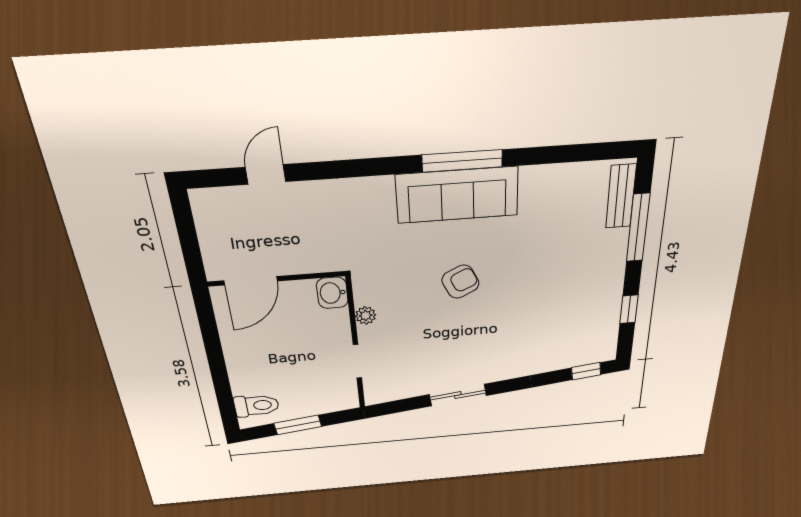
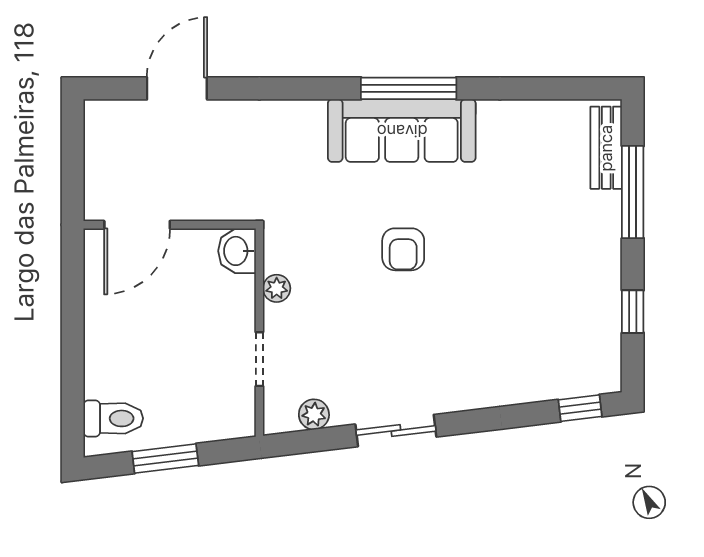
door: (266, 174) -> (177, 88), width x1.38
armchair: (460, 282) -> (403, 249), turned 116
plant: (400, 391) -> (314, 414), added

